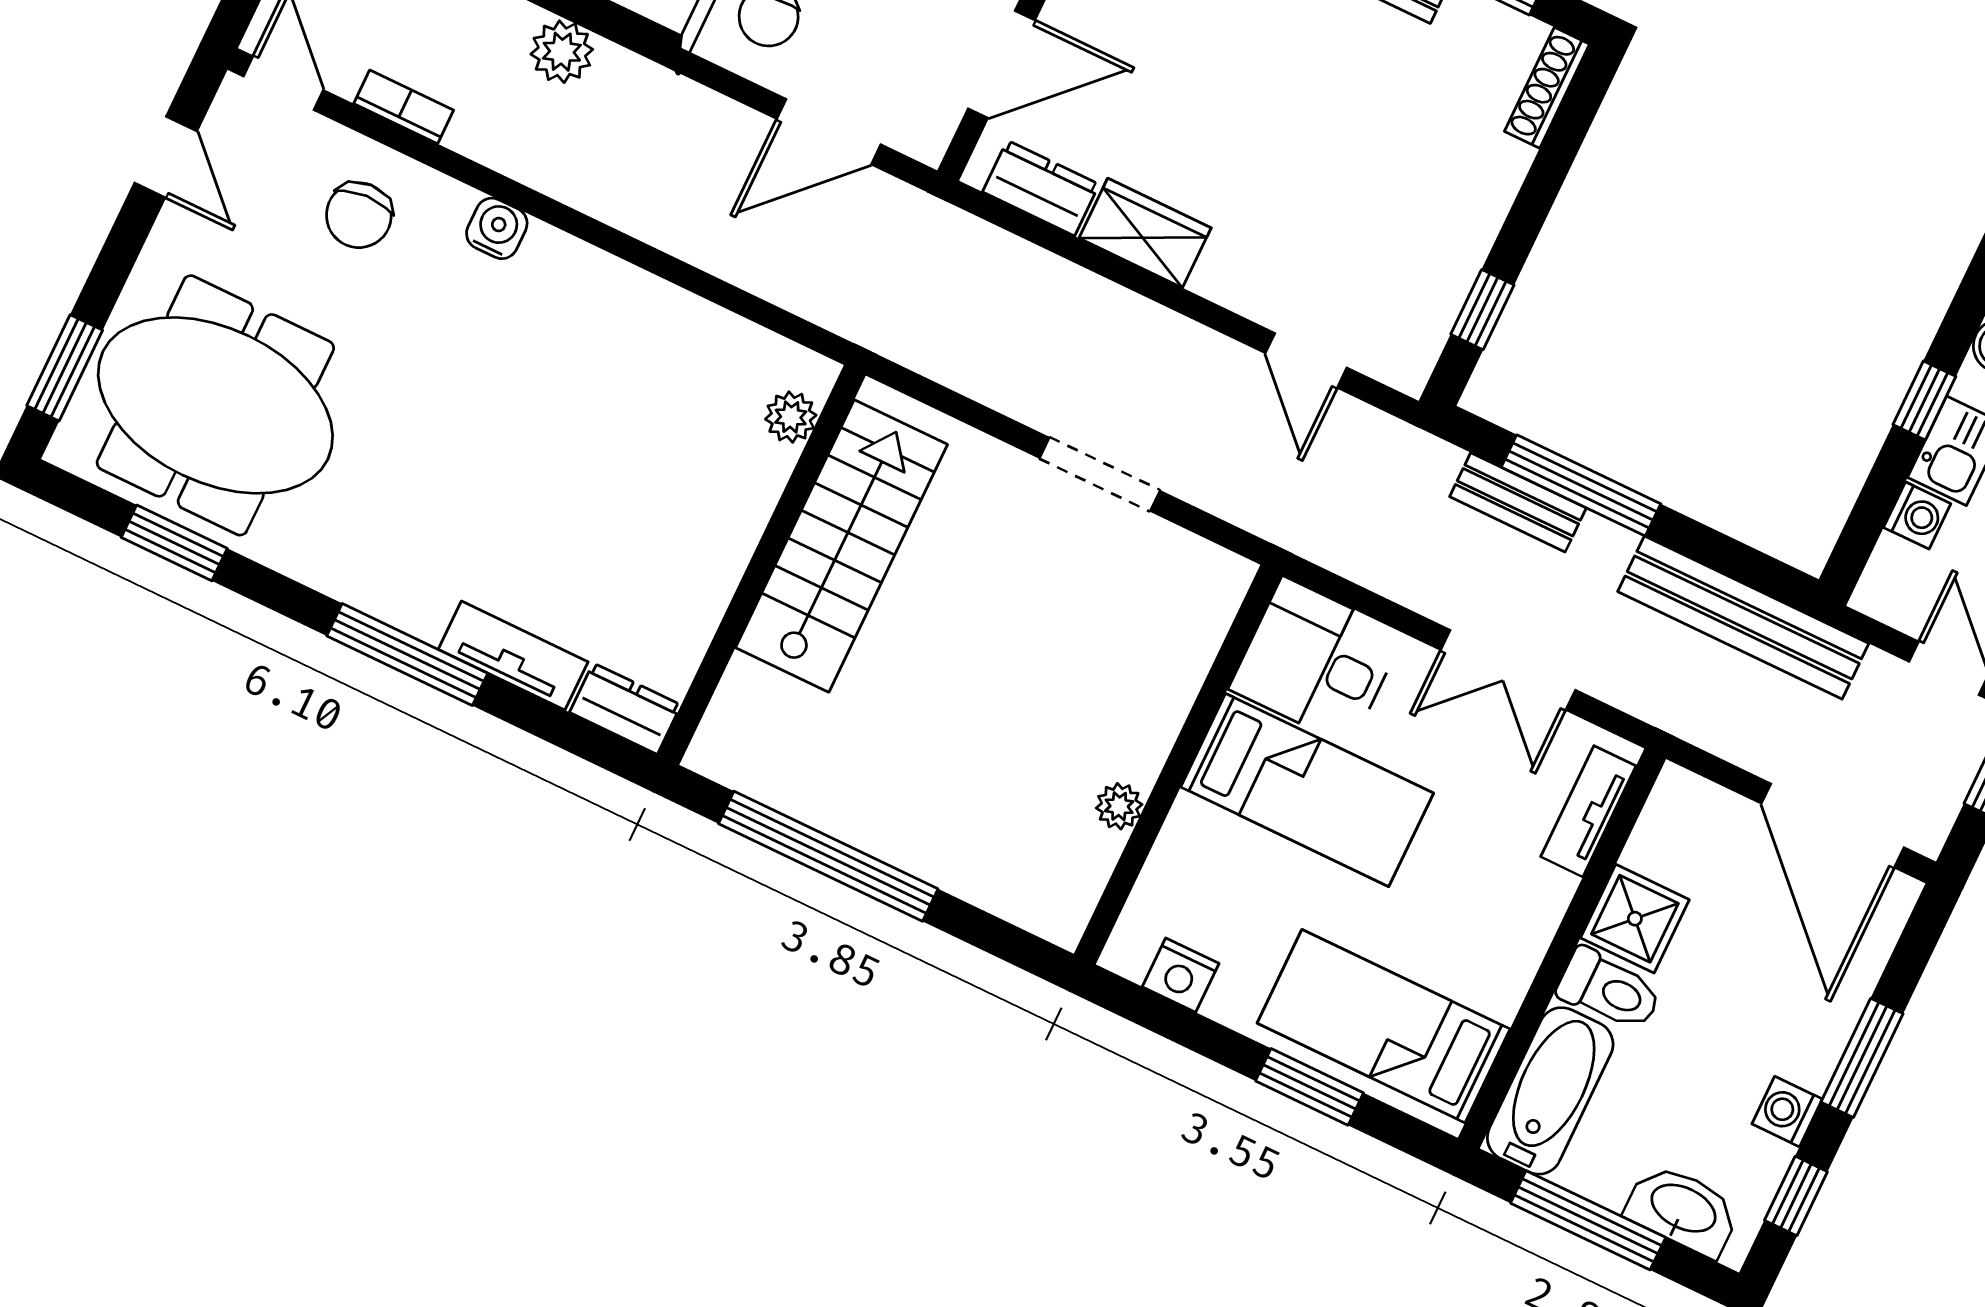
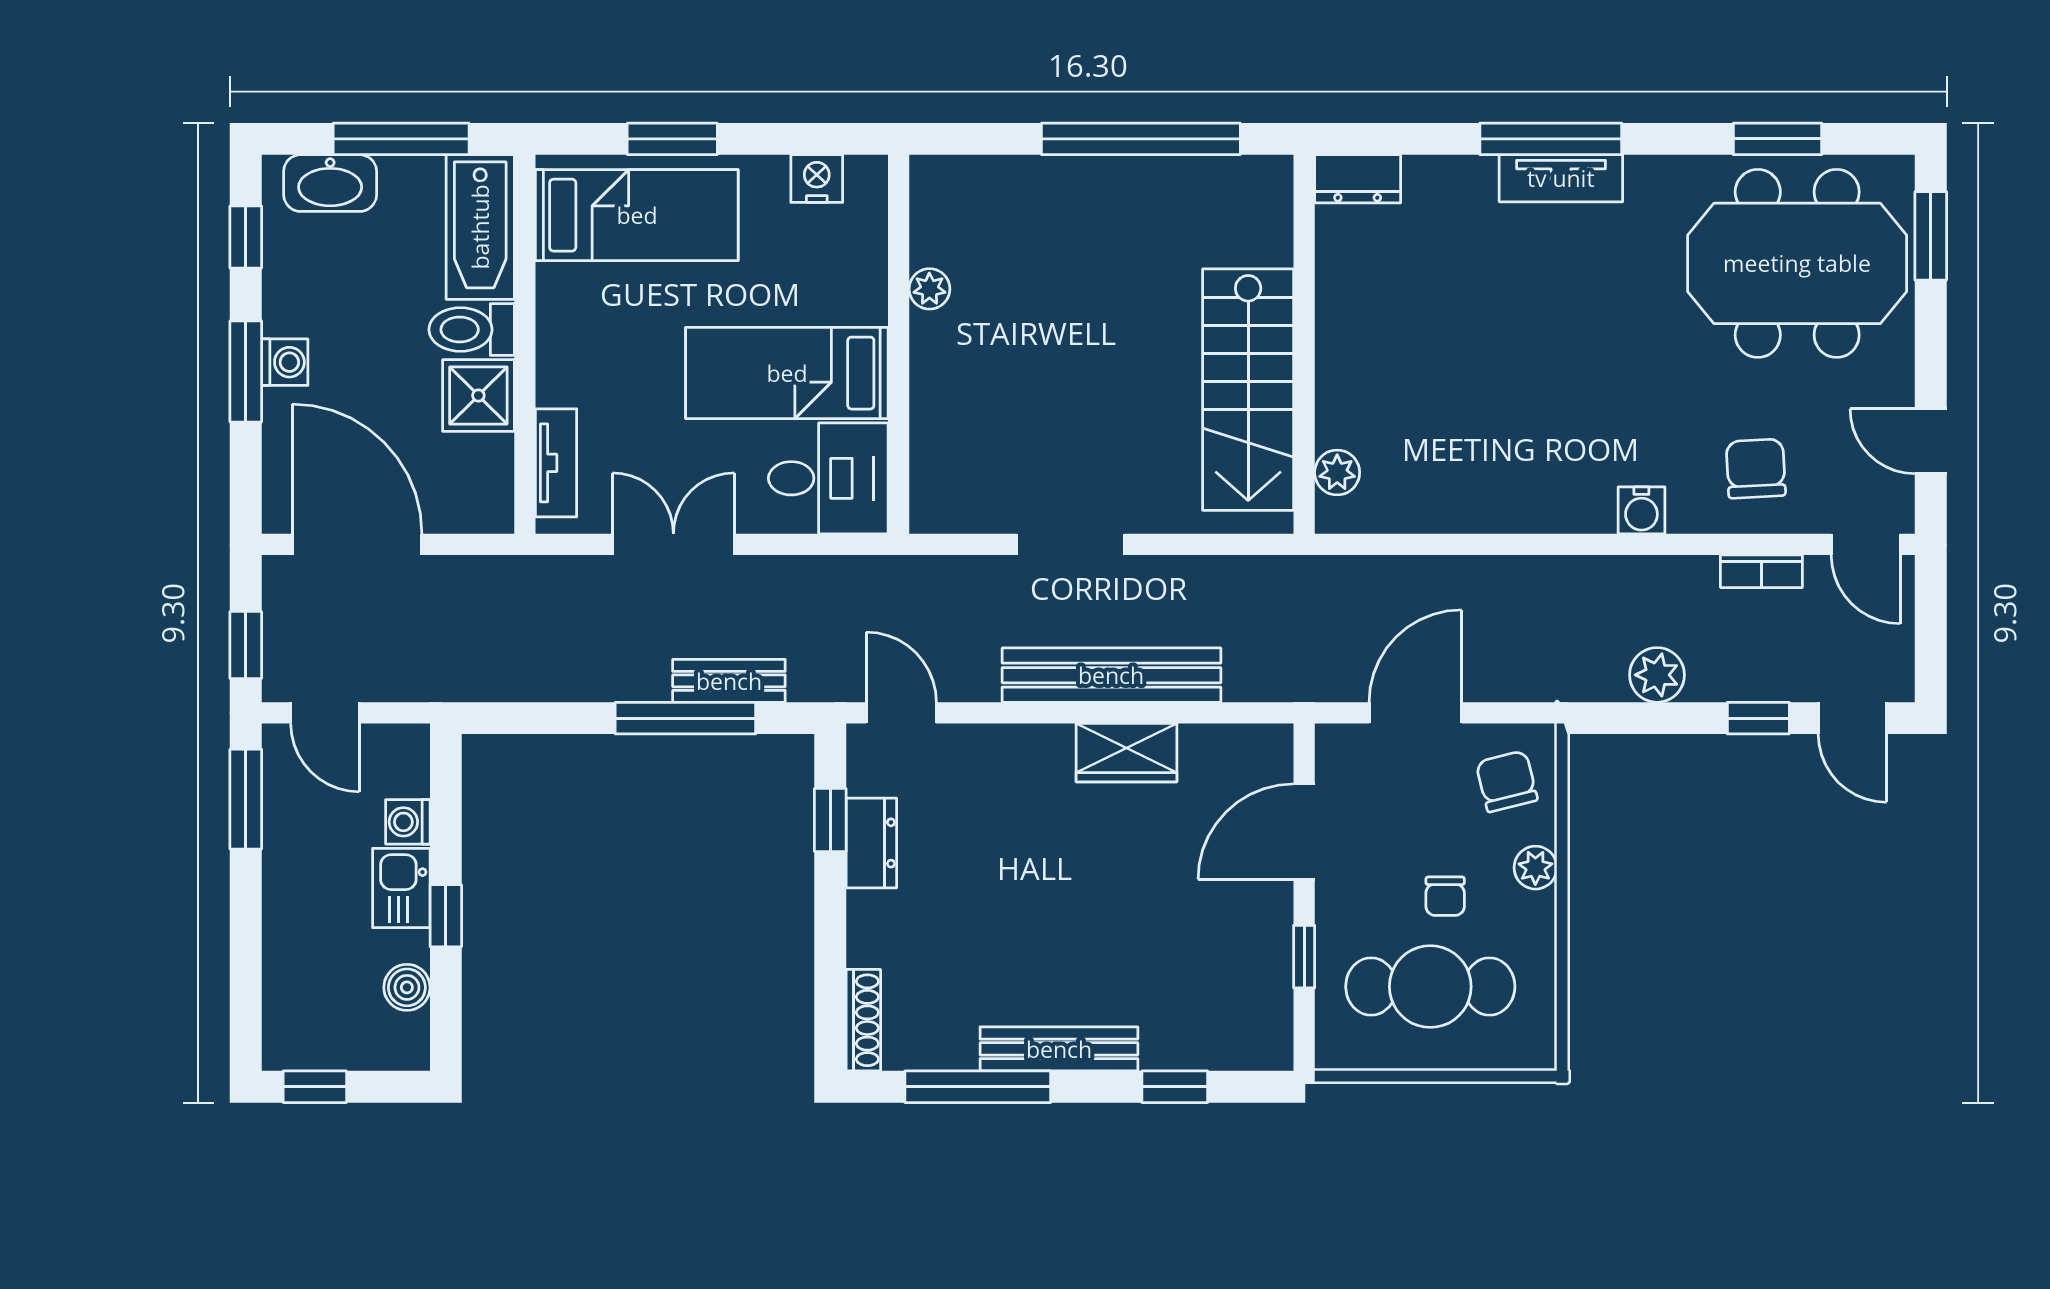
dresser: (1041, 188) -> (871, 843), moved, turned -90
door: (1306, 360) -> (901, 713), moved
bench: (1743, 617) -> (1111, 675), moved
tv unit: (513, 656) -> (1561, 178), moved
washing machine: (1787, 1112) -> (285, 362), moved

